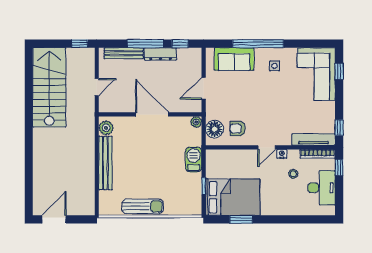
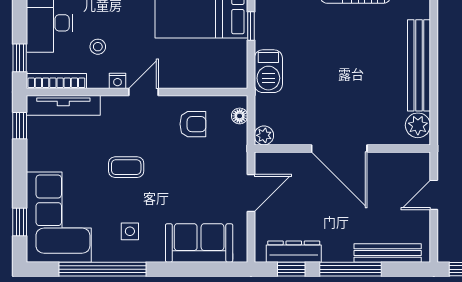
window: (258, 44) -> (103, 269), moved
dresser: (160, 54) -> (294, 252), moved
coffee table: (277, 103) -> (126, 167), added
floor lamp: (215, 129) -> (240, 116), width x0.53, depth x0.53

